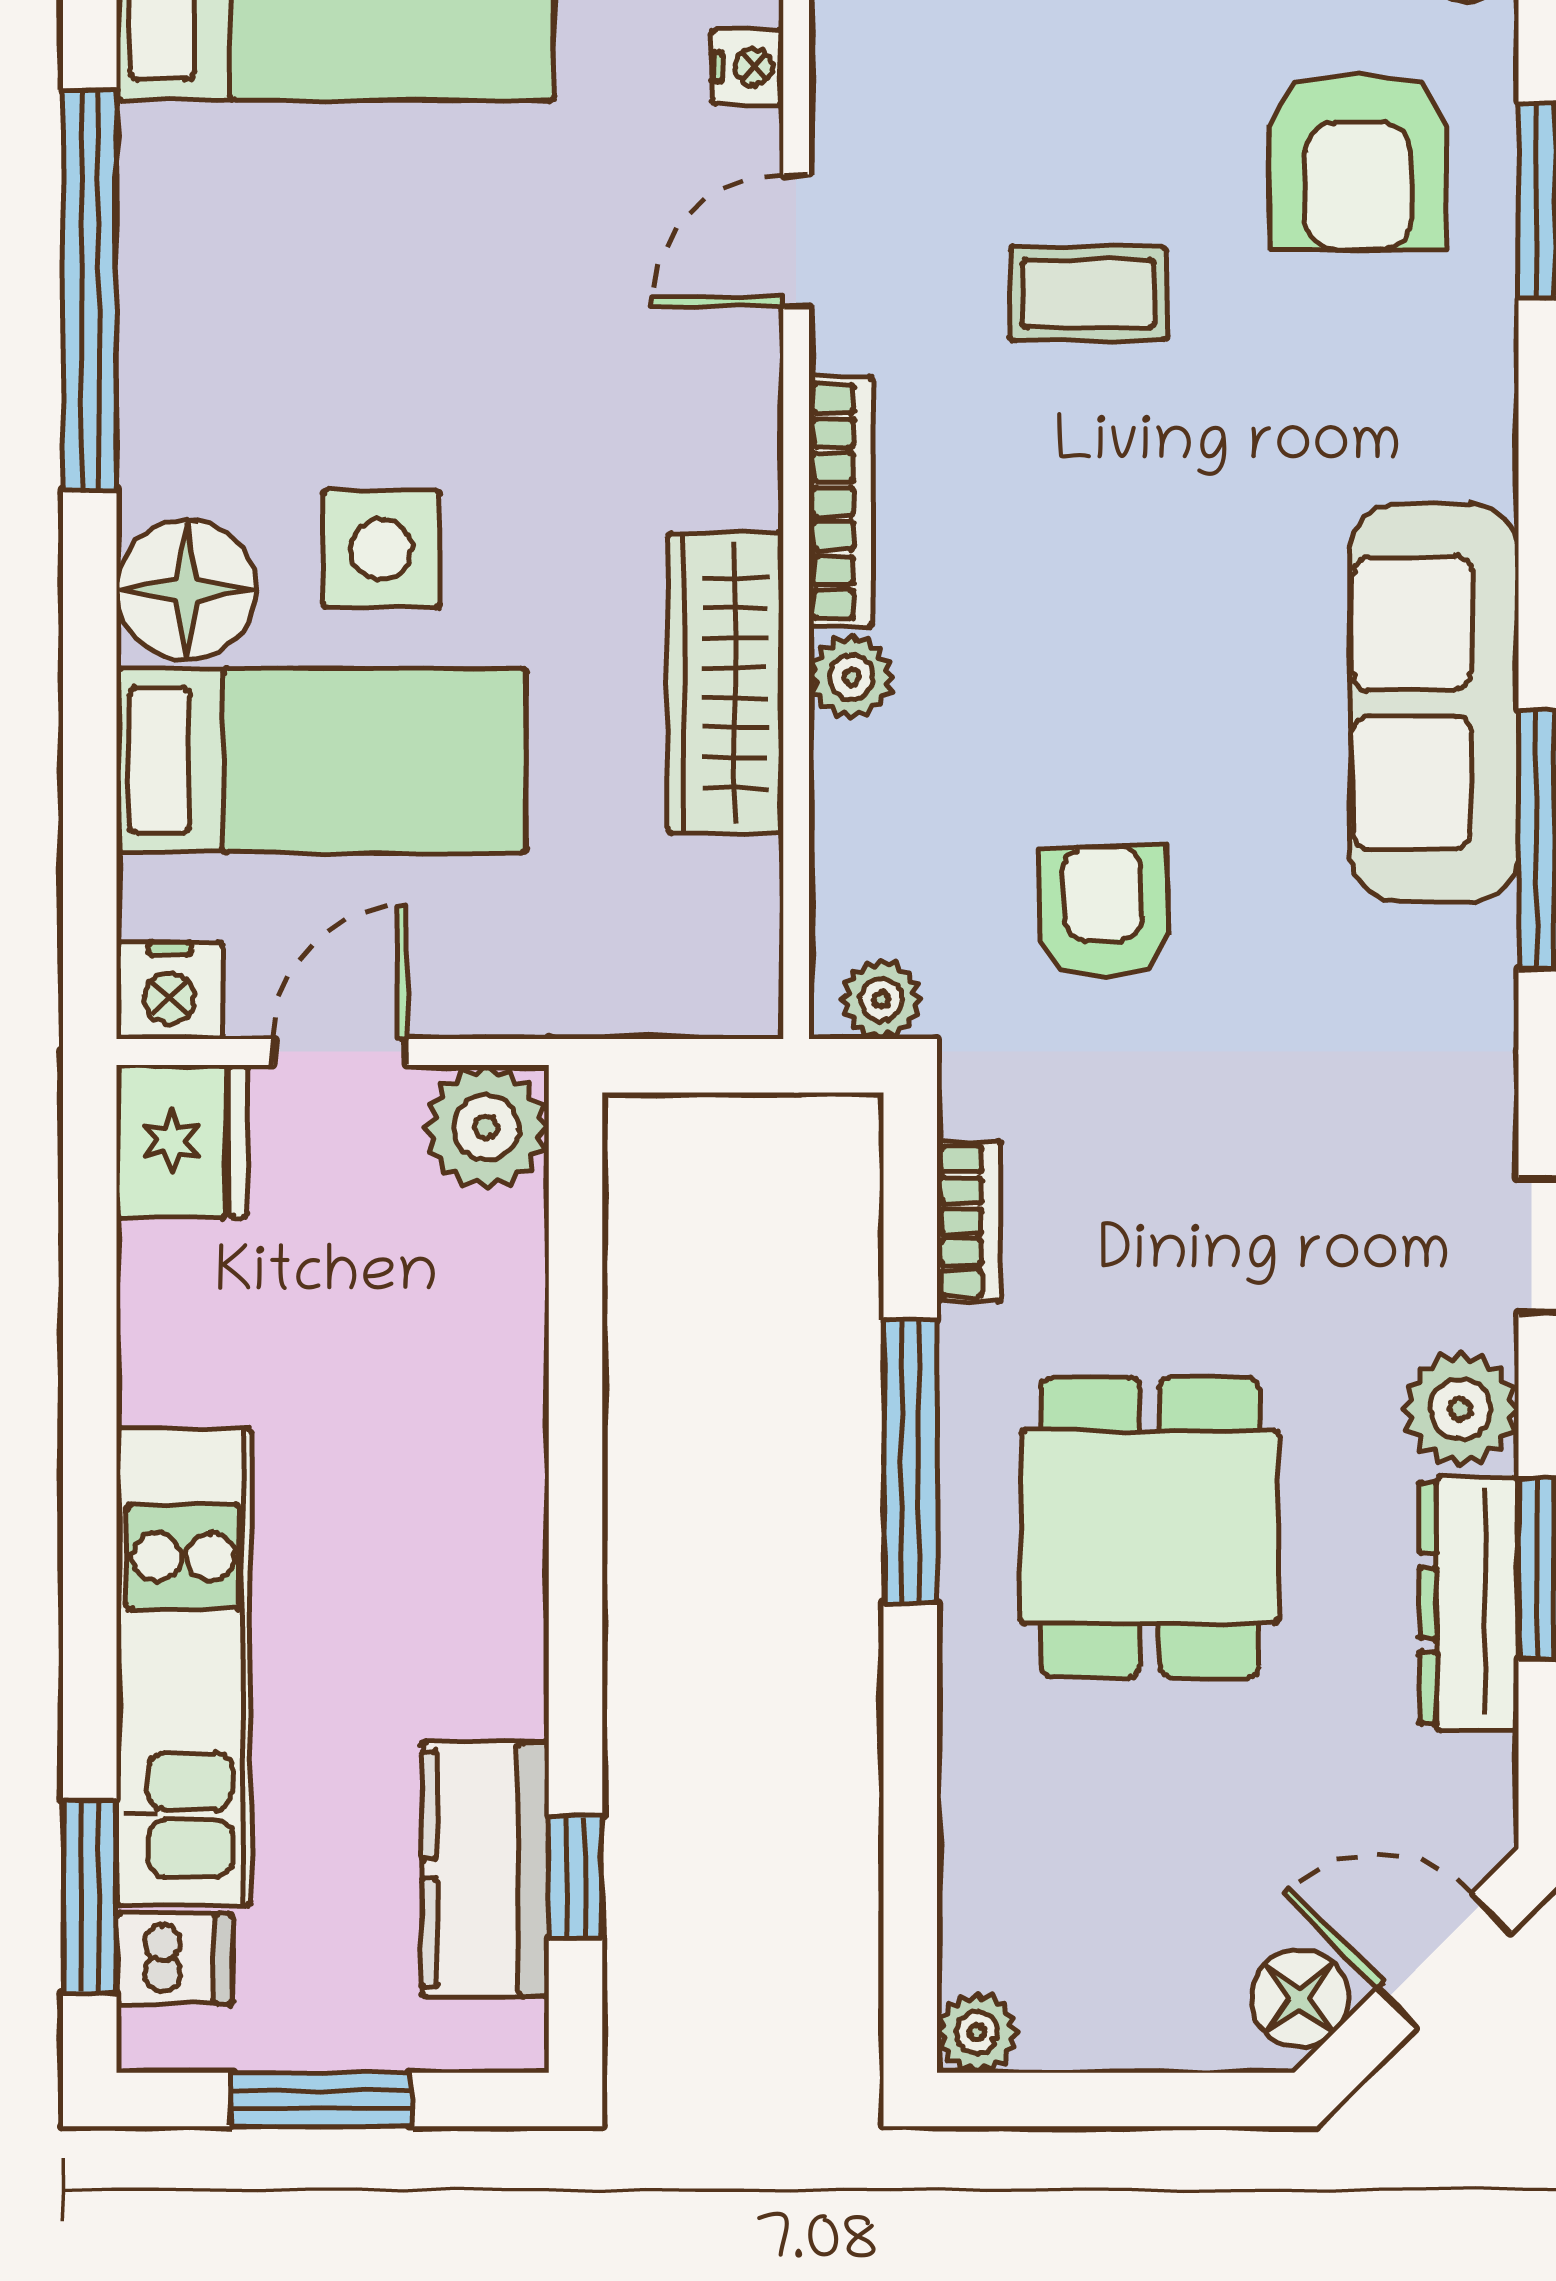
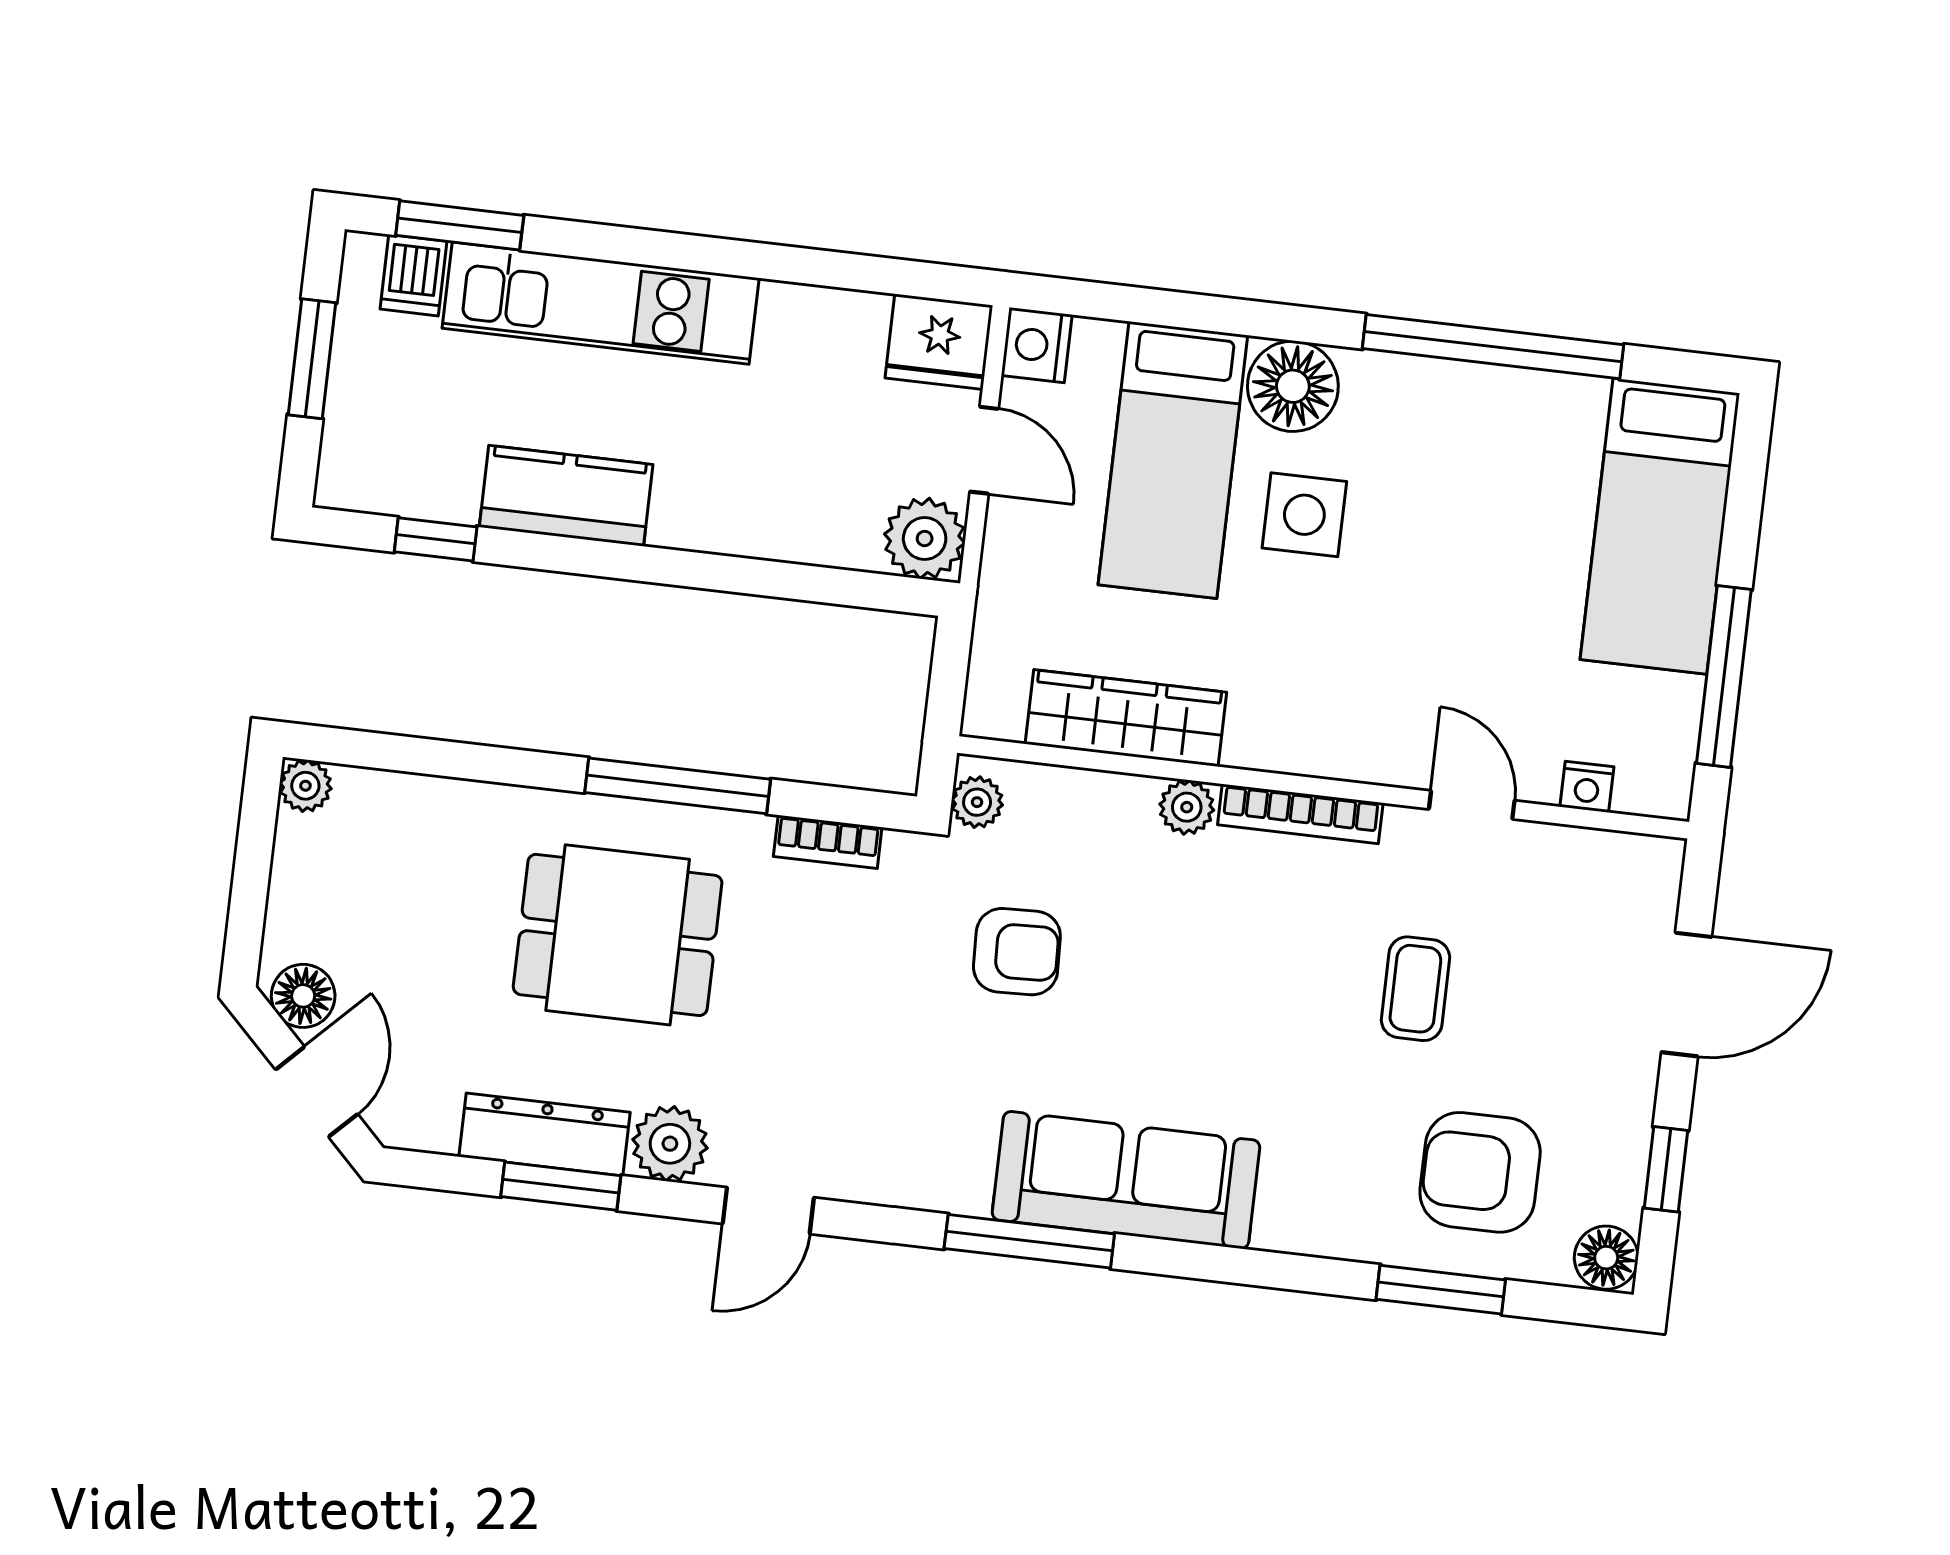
wardrobe: (725, 683) -> (1126, 718), moved
kitchen counter: (485, 1869) -> (566, 496), moved

